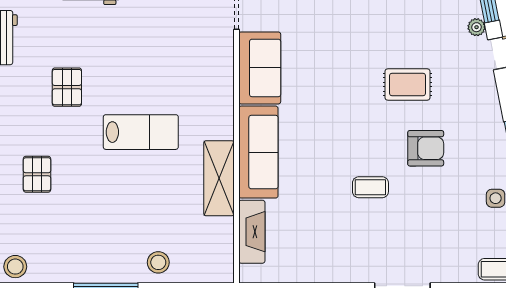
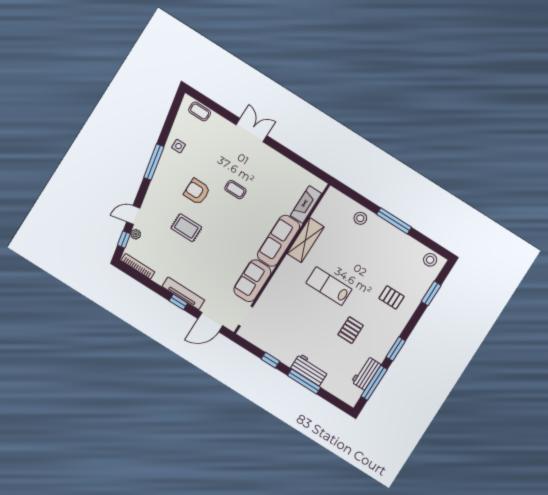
pallet: (37, 174) -> (391, 297), turned 90

